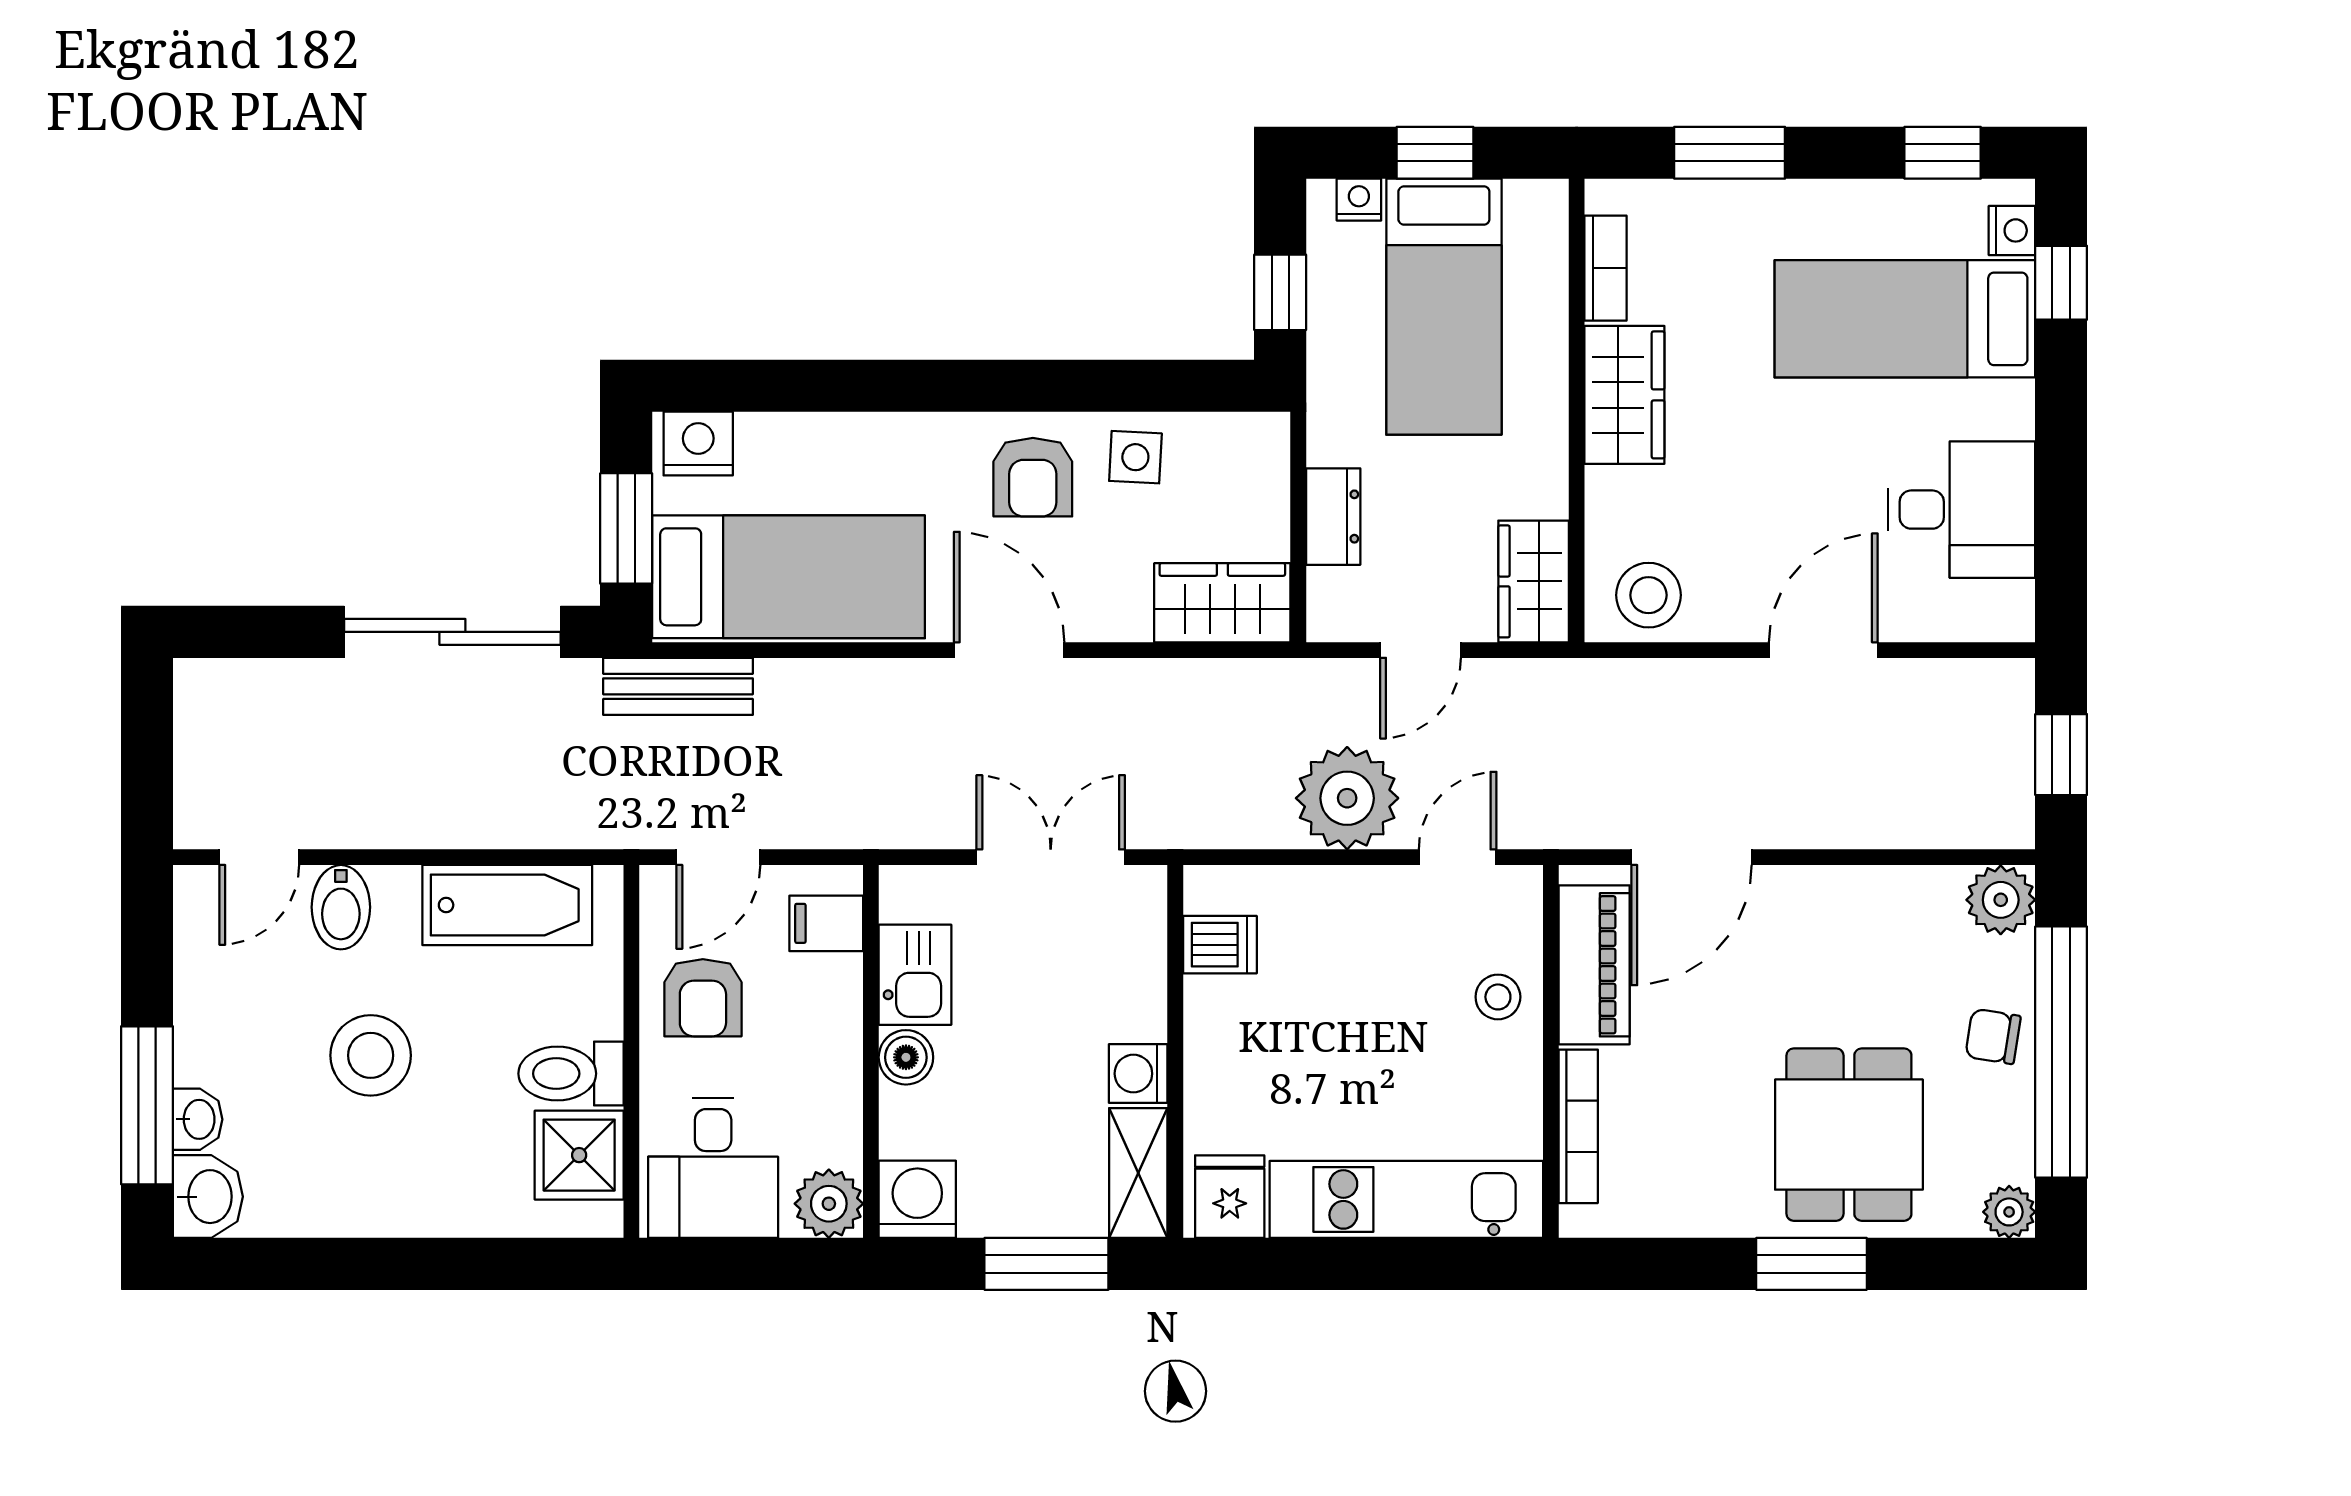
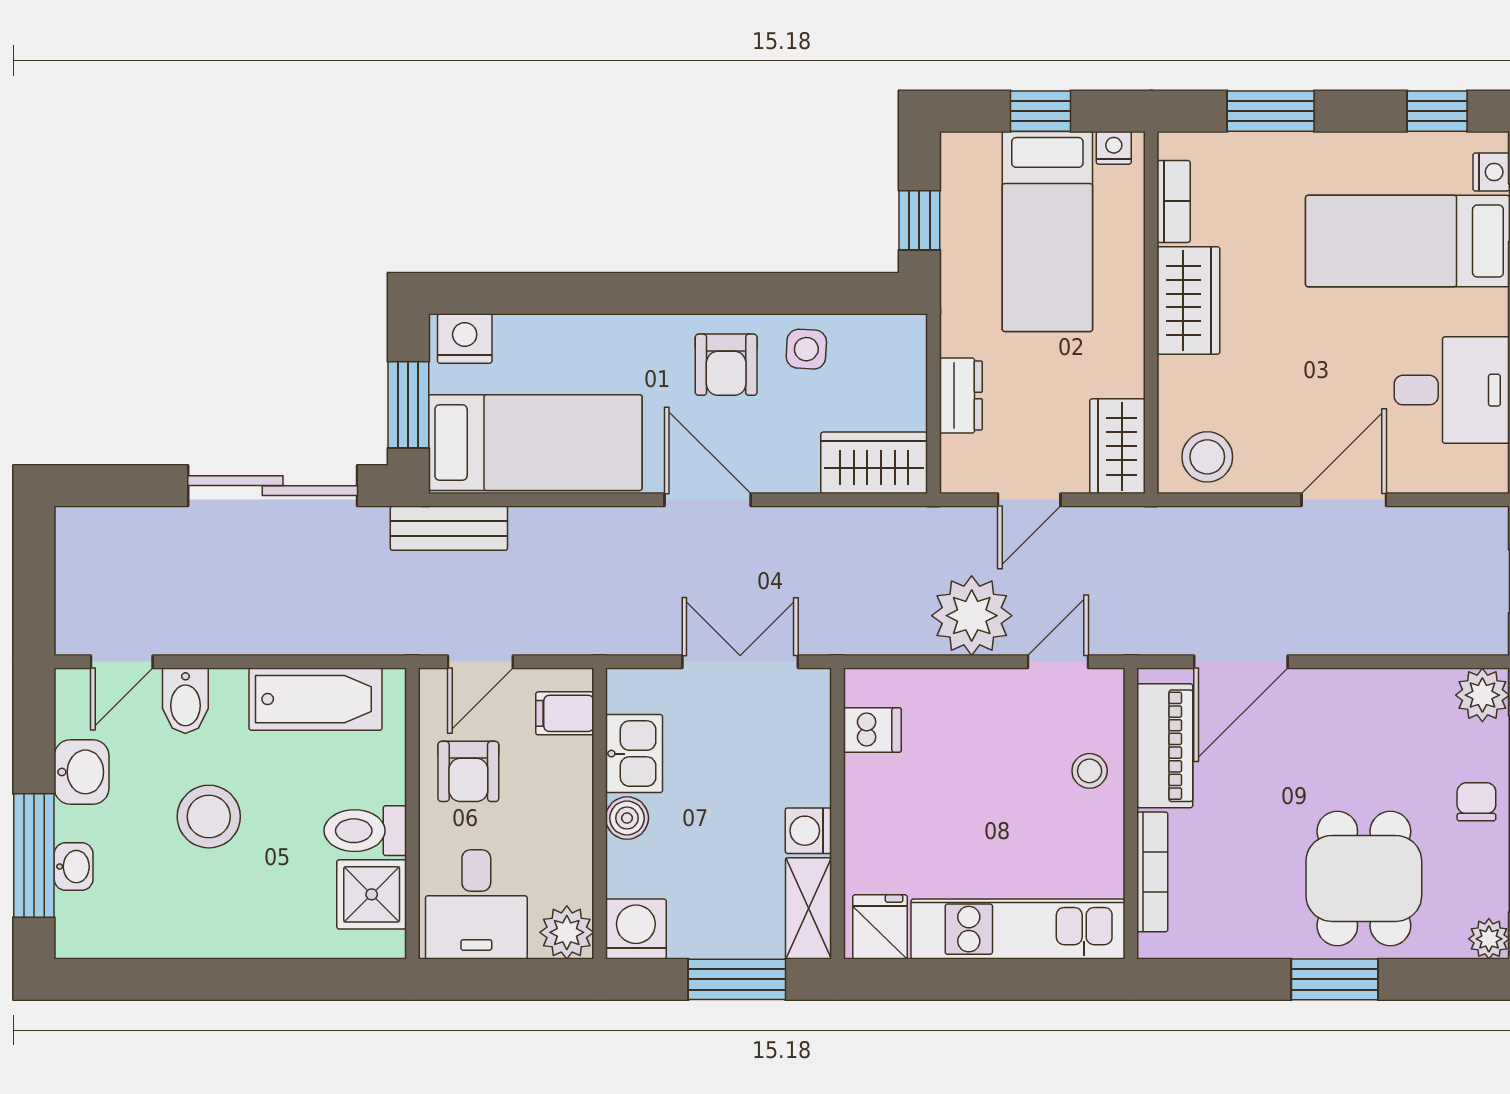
nightstand: (1359, 200) -> (1114, 148), moved
chair: (1993, 1036) -> (1476, 802), turned 81
washbasin: (208, 1197) -> (82, 772), moved

